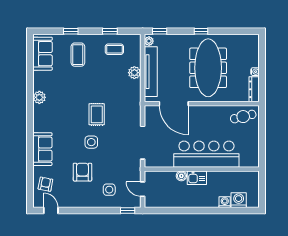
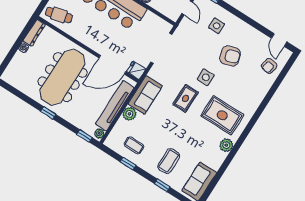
door: (174, 104) -> (112, 65), swing flipped
fridge: (152, 112) -> (136, 70), added
rug: (58, 120) -> (222, 115), added
sofa: (42, 149) -> (145, 95), moved, turned 180
armchair: (82, 172) -> (230, 56), turned -108

